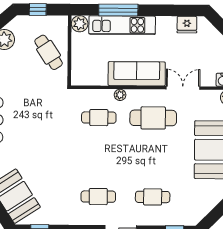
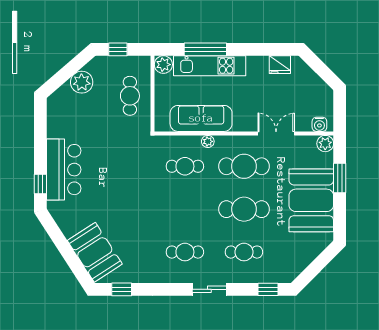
cafe table: (49, 52) -> (130, 96), turned 33
sofa: (137, 74) -> (201, 118), moved
cafe table: (153, 157) -> (244, 209), added

